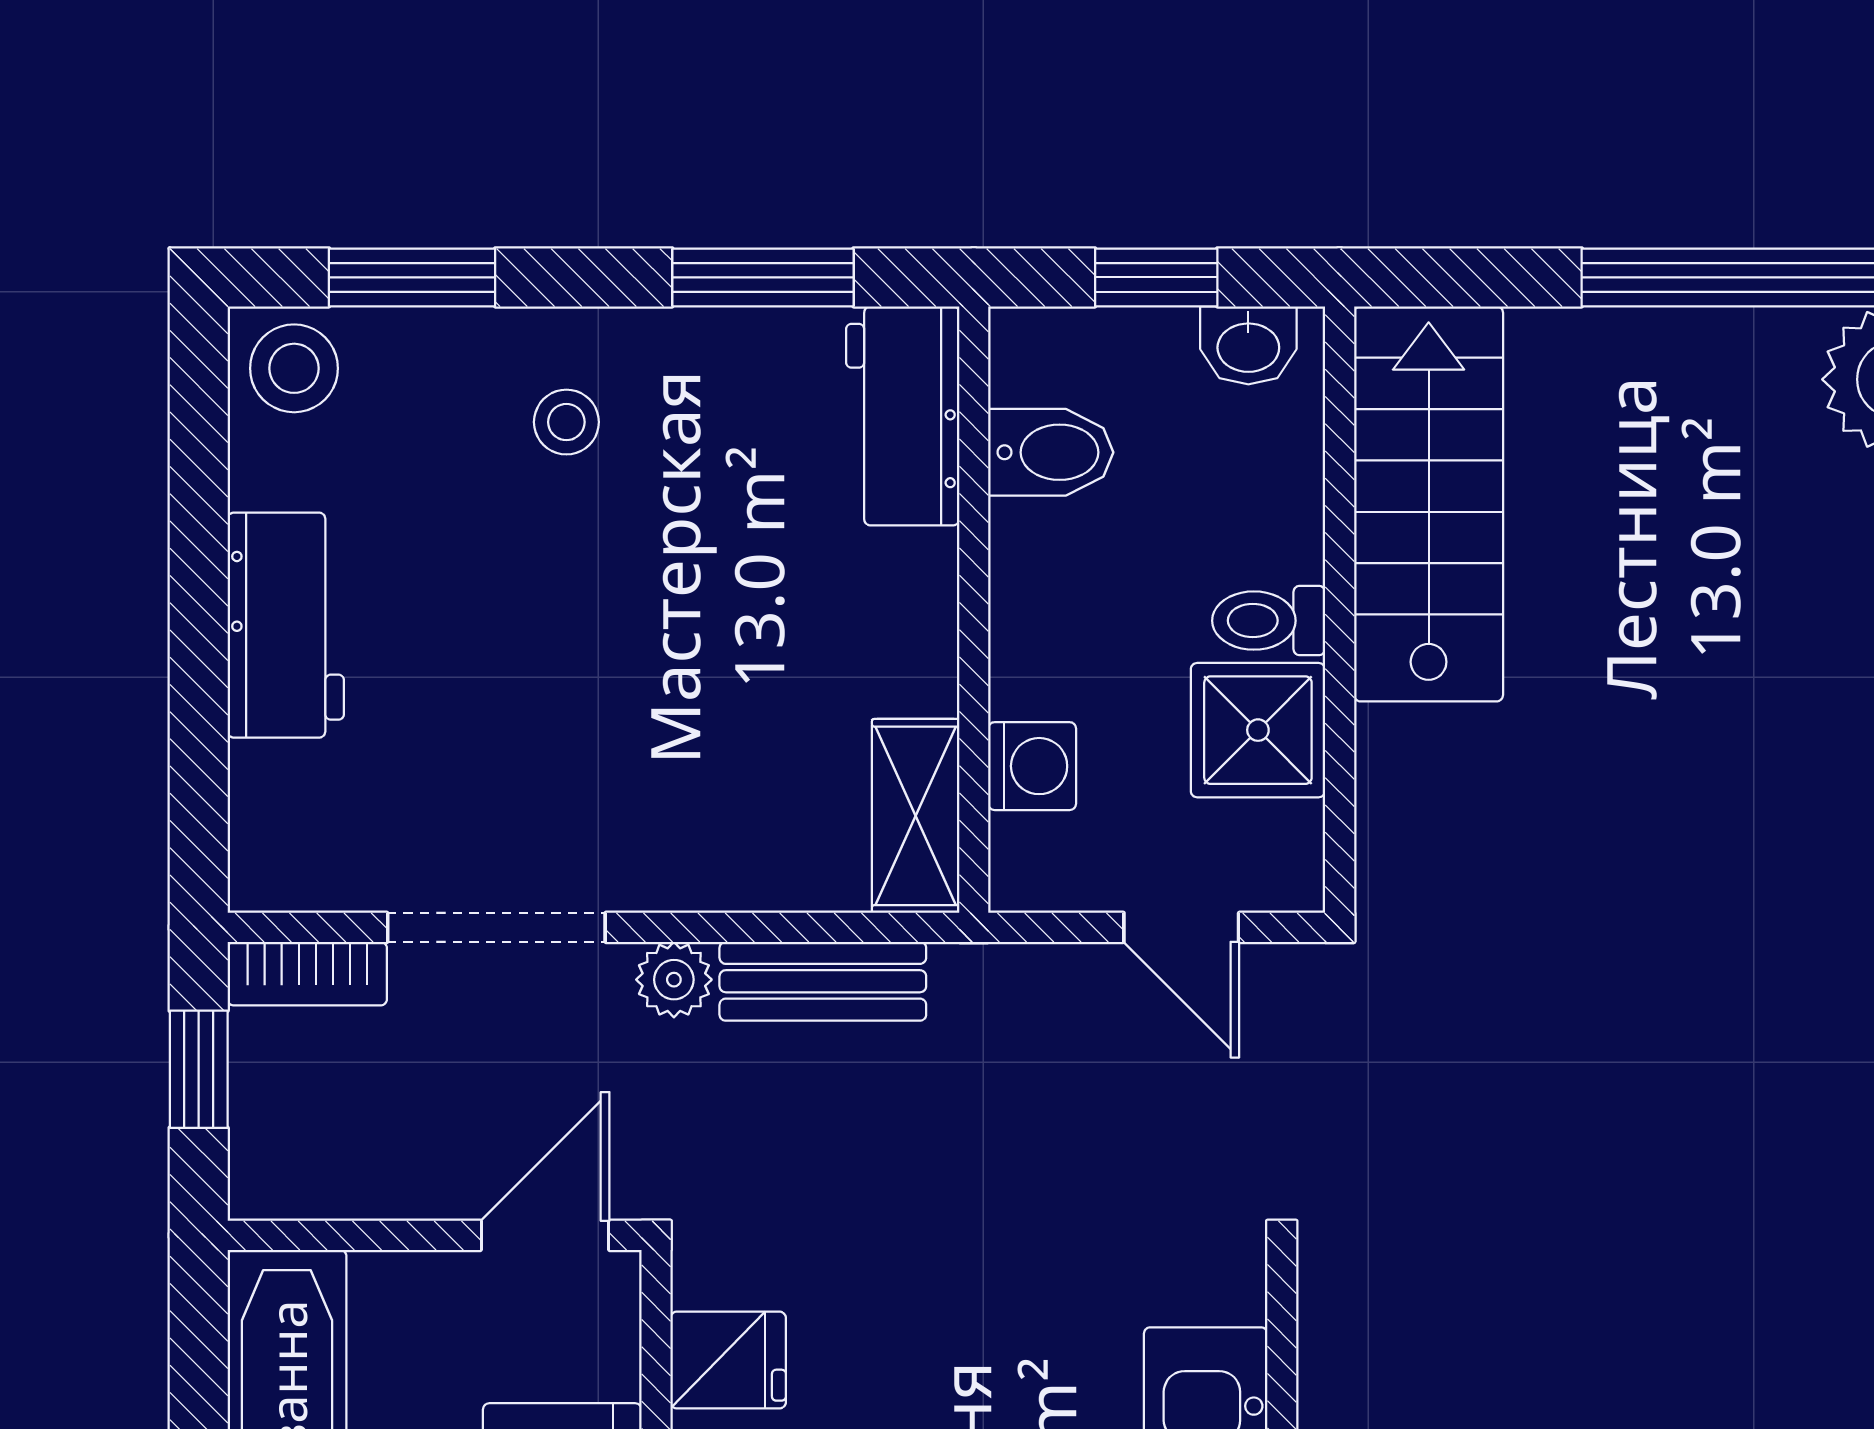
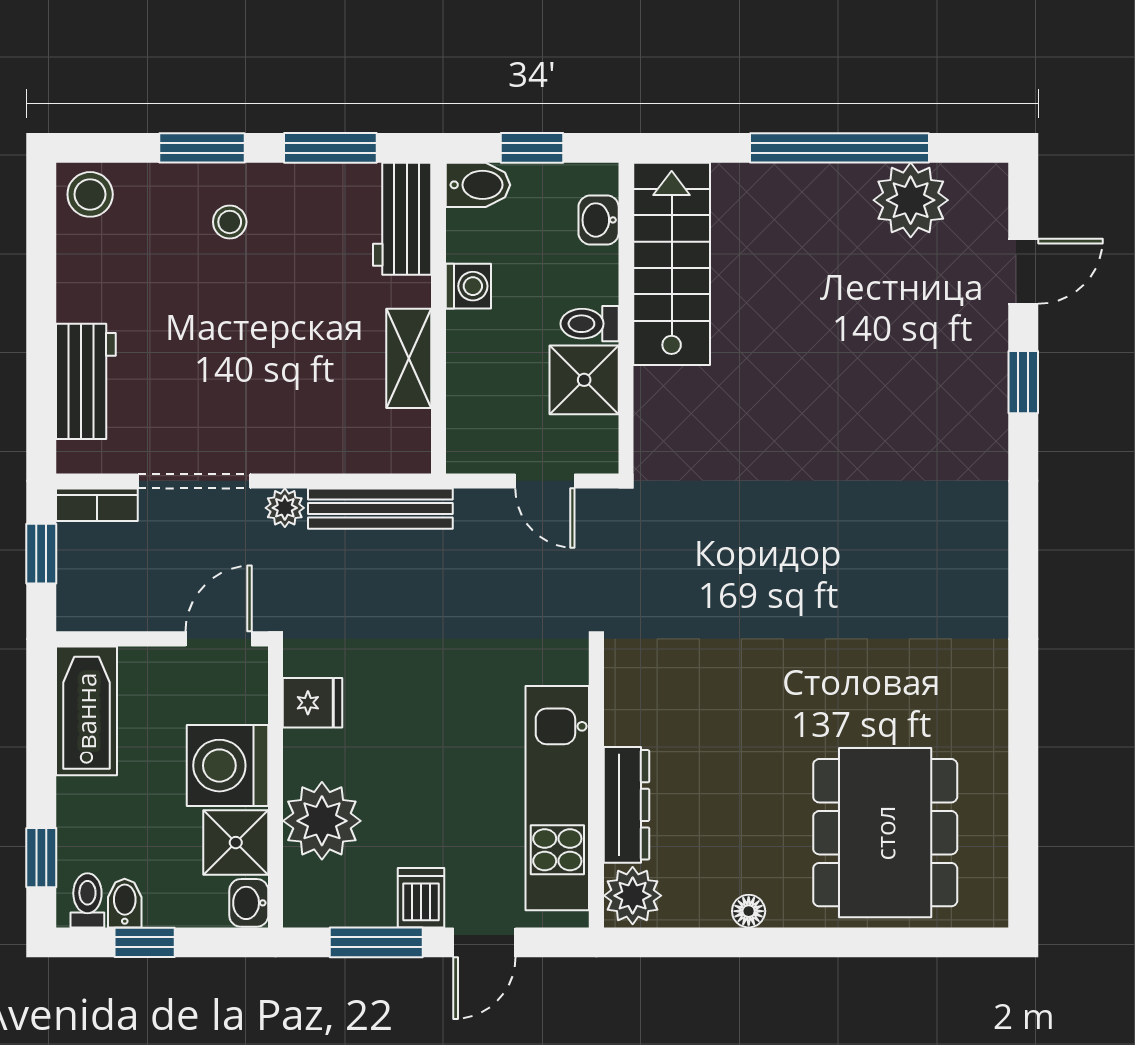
window: (412, 277) -> (202, 148), moved
washbasin: (1248, 345) -> (599, 220), moved, turned 90
bidet: (1051, 452) -> (478, 185), moved
workbench: (286, 625) -> (86, 381), moved
washing machine: (1032, 766) -> (468, 286), moved
shelving: (916, 816) -> (409, 358), moved
bench: (823, 981) -> (380, 509), width x1.36

